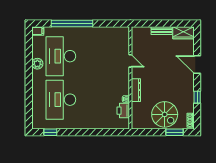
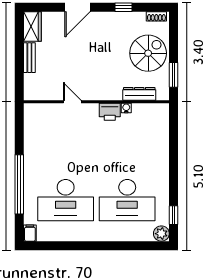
door: (130, 61) -> (72, 102), hinge flipped
plant: (37, 64) -> (161, 234), moved
dresser: (136, 90) -> (139, 94), moved
printer: (123, 111) -> (110, 112), moved
window: (174, 132) -> (173, 75), moved

